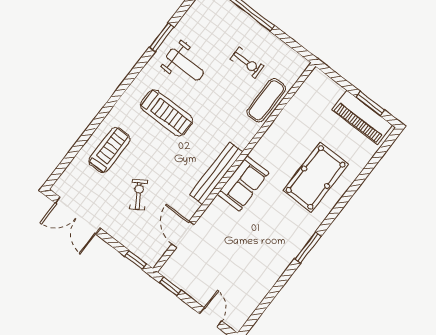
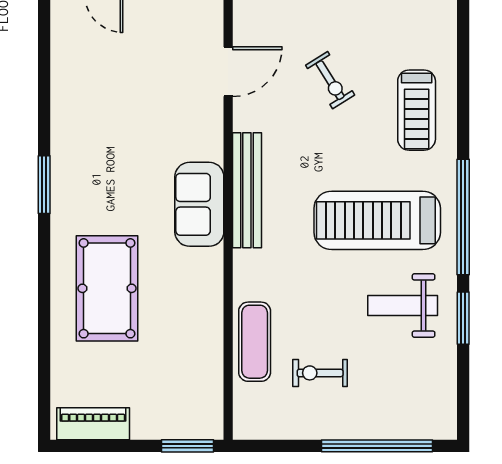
window: (126, 84) -> (463, 217), added
window: (370, 104) -> (187, 446), moved
treadmill: (167, 113) -> (377, 220), width x1.37, depth x1.38
piano: (362, 117) -> (93, 424), width x0.73, depth x0.75
door: (183, 235) -> (228, 72), hinge flipped

